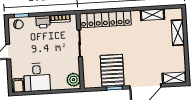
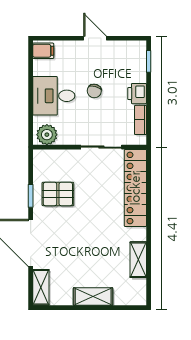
chair: (18, 24) -> (94, 91), moved
shelving: (178, 33) -> (93, 297), moved
pallet: (112, 70) -> (58, 194), width x0.67, depth x0.71
desk: (37, 77) -> (54, 96), moved

